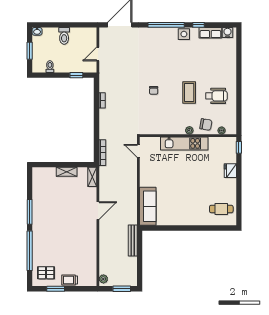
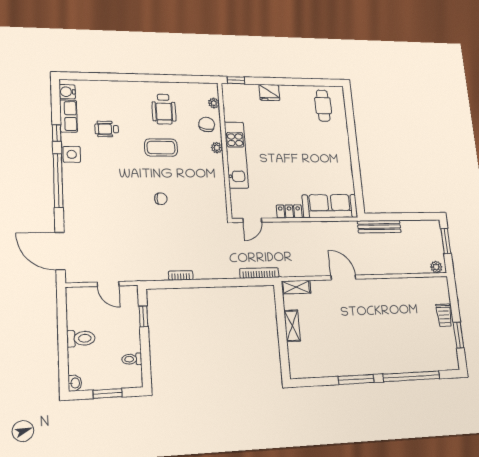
wheelchair: (202, 57) -> (107, 129), added
wheelchair: (216, 96) -> (164, 109), turned 180
locker: (144, 177) -> (289, 211), added
pallet: (46, 273) -> (439, 350), removed

